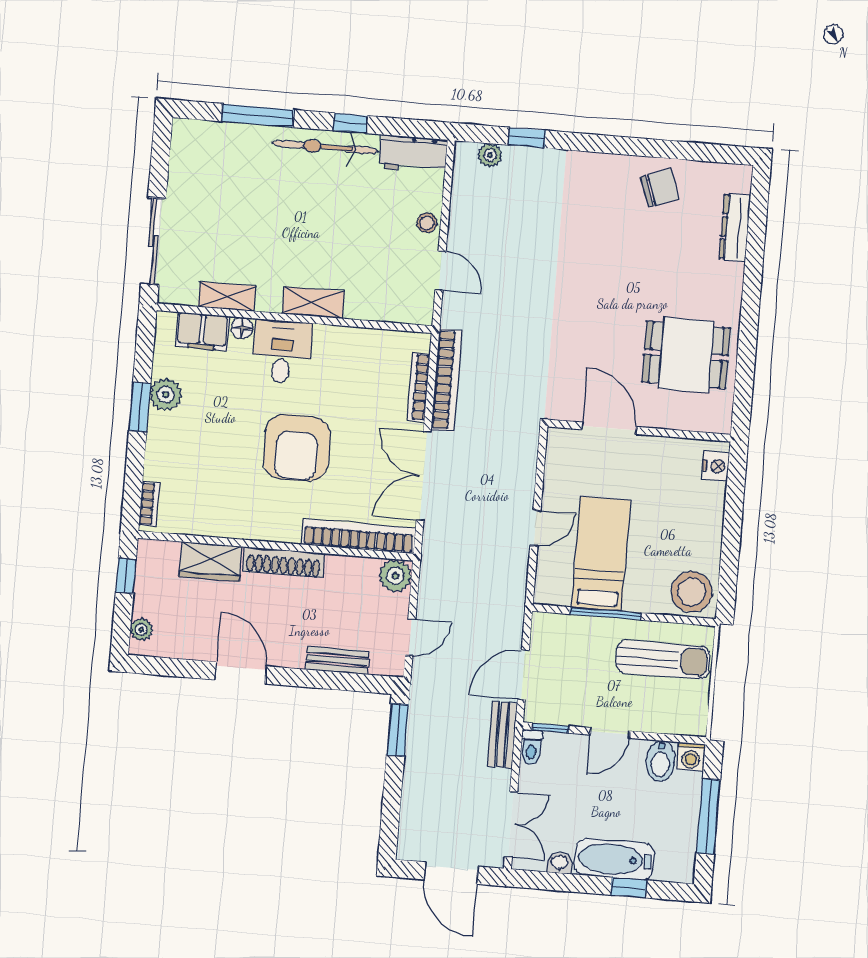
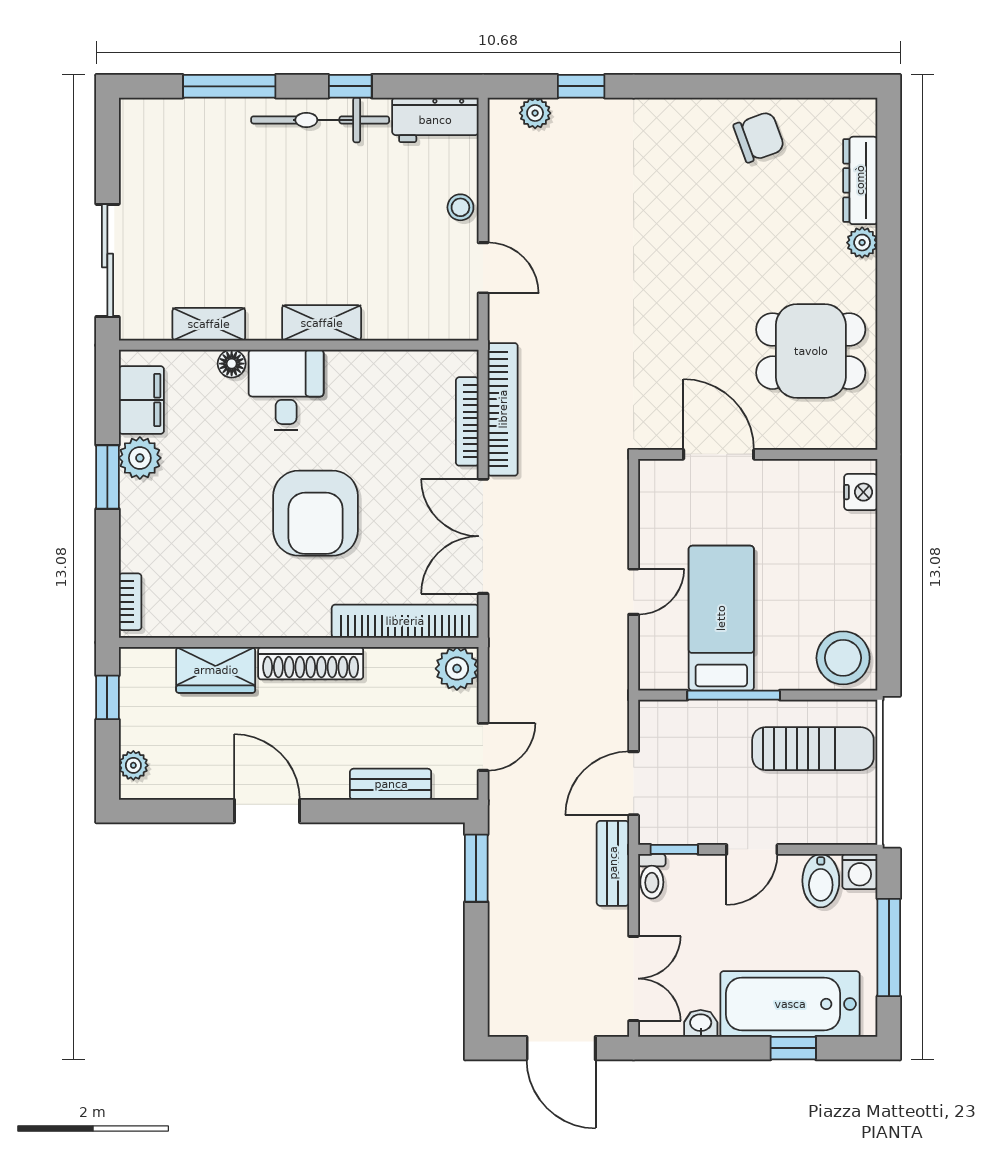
plant: (732, 275) -> (862, 243), added
filing cabinet: (202, 332) -> (141, 400), moved, turned -90
bathtub: (614, 859) -> (790, 1004), width x1.36, depth x1.36

